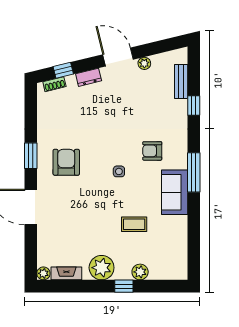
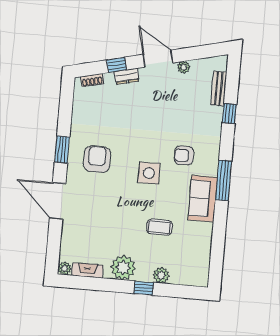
window: (63, 70) -> (117, 65), moved
side table: (119, 171) -> (149, 173), width x1.87, depth x1.87

